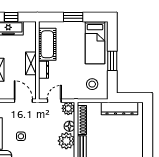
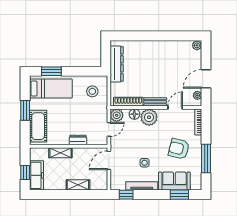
cot: (47, 44) -> (38, 126), moved, turned 90
window: (112, 61) -> (51, 71), moved
shelving: (31, 63) -> (60, 153), moved
door: (54, 101) -> (109, 129), swing flipped

